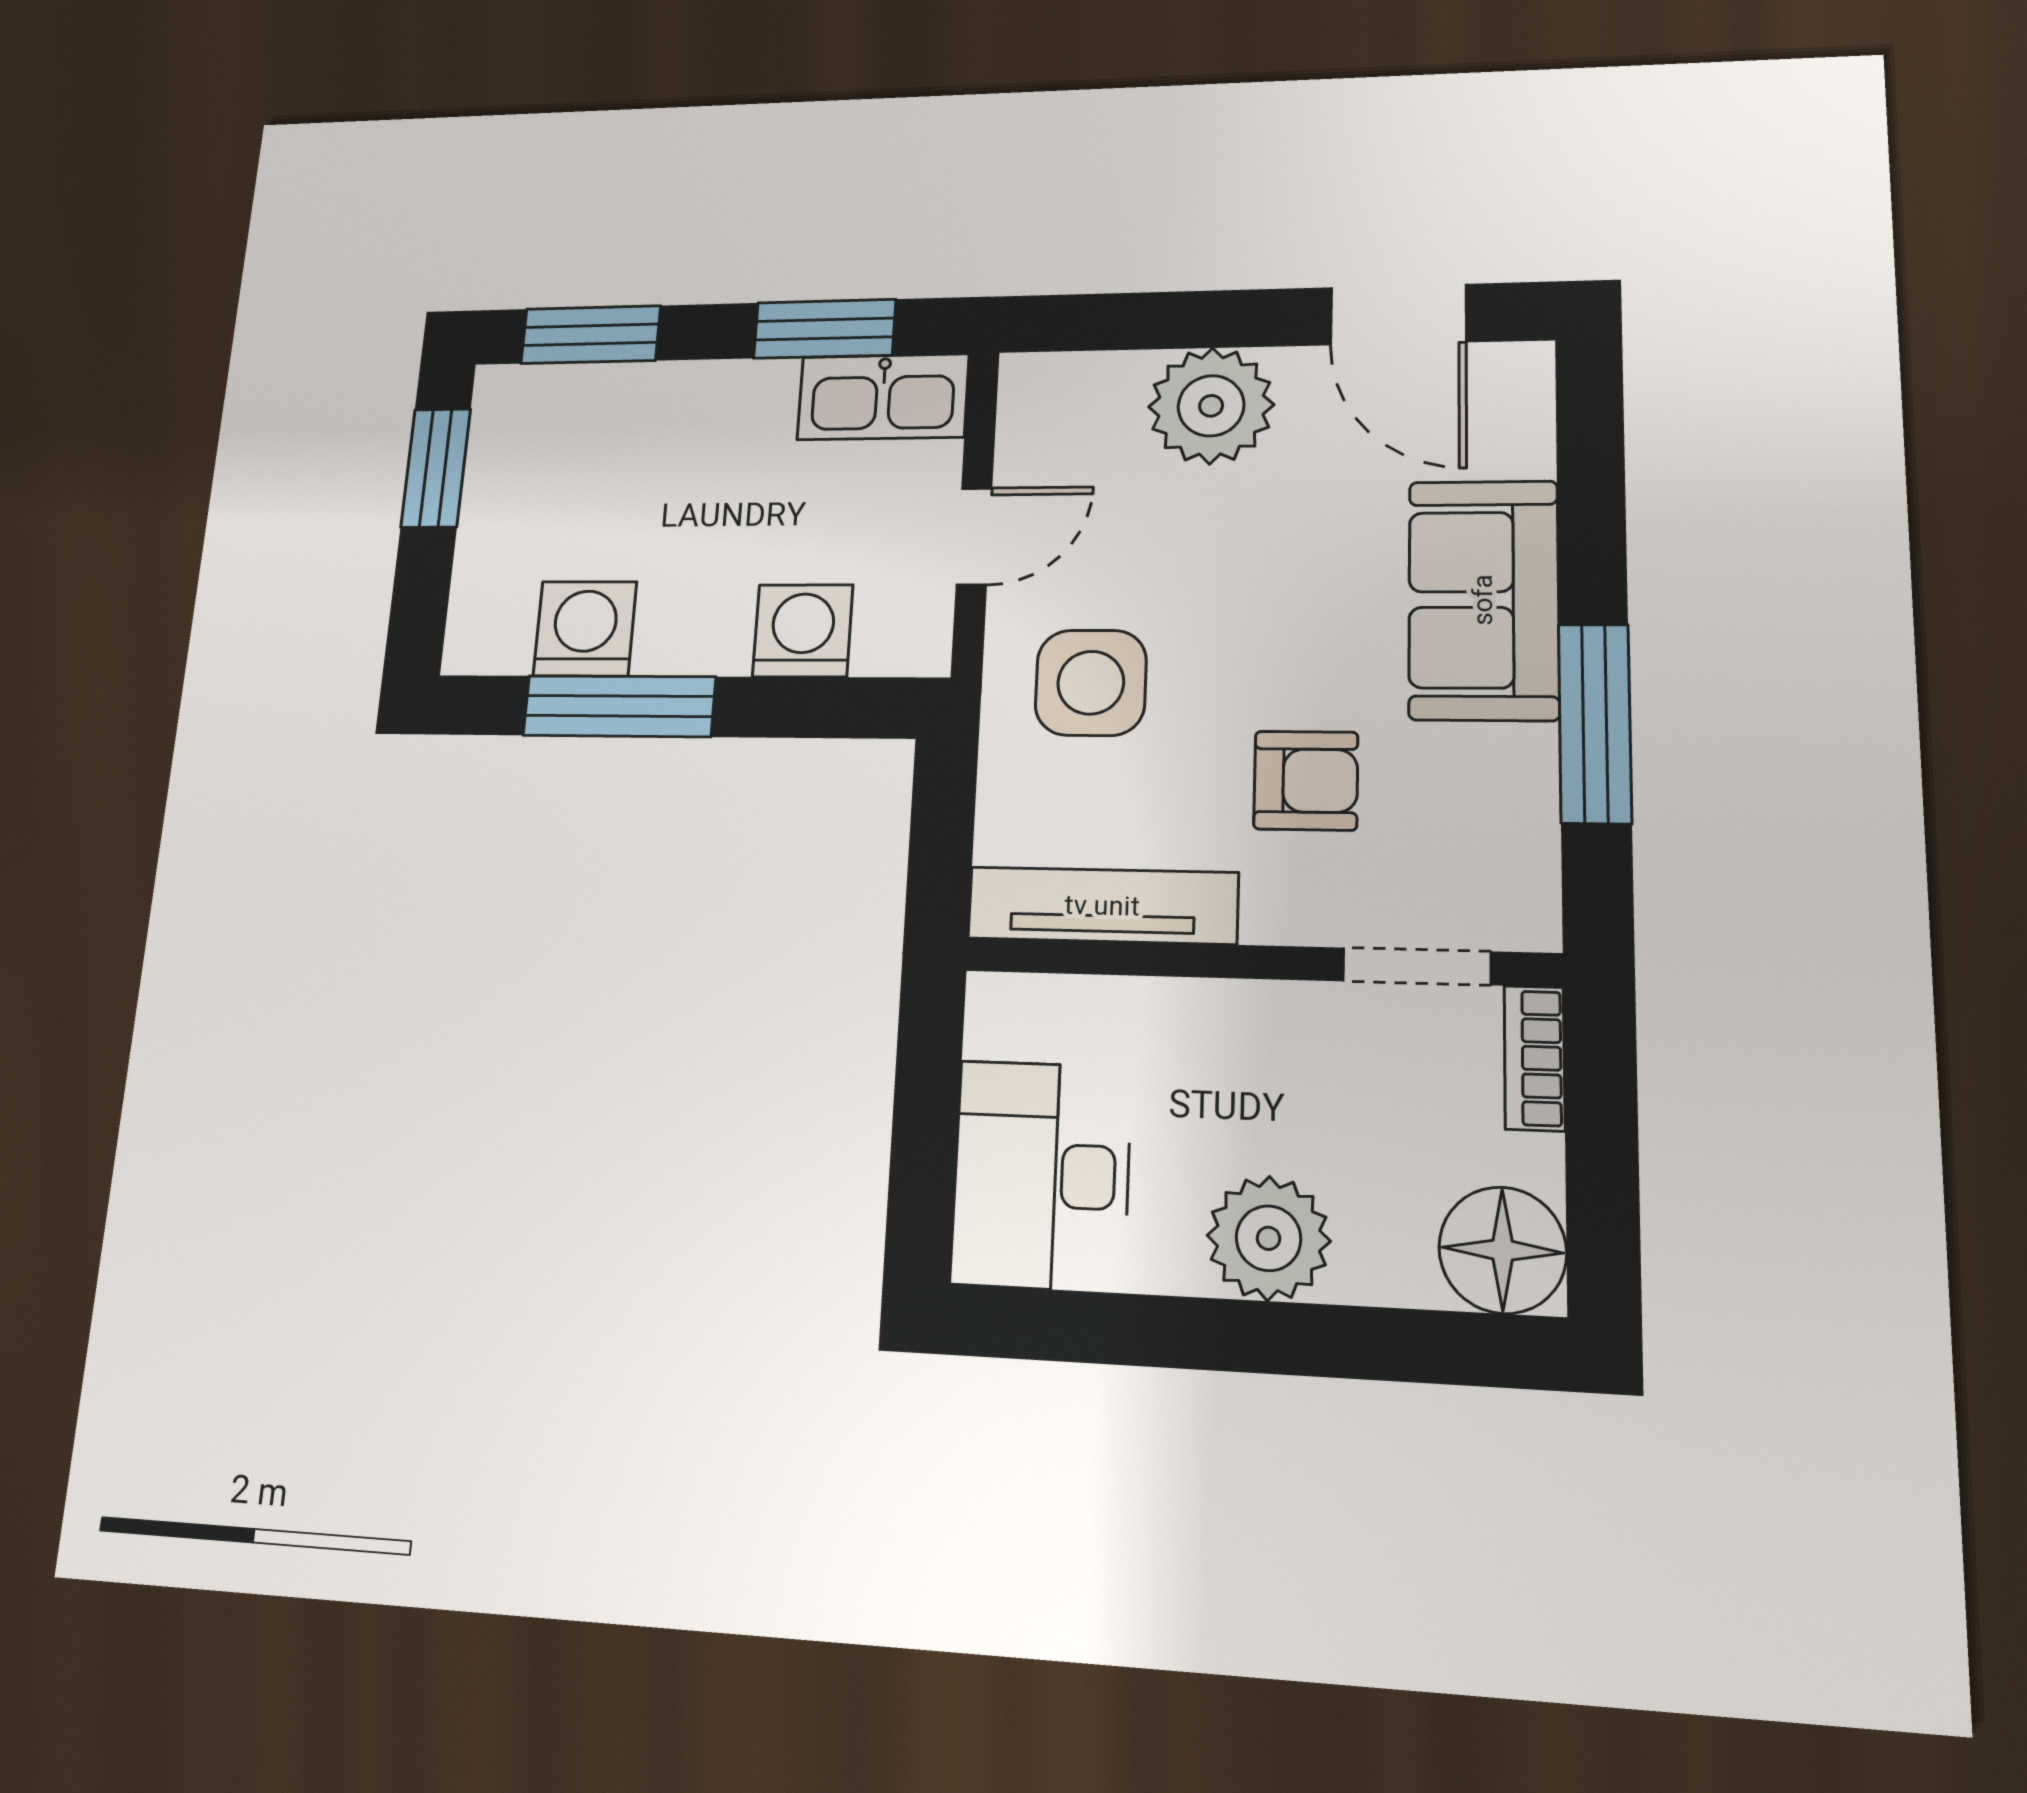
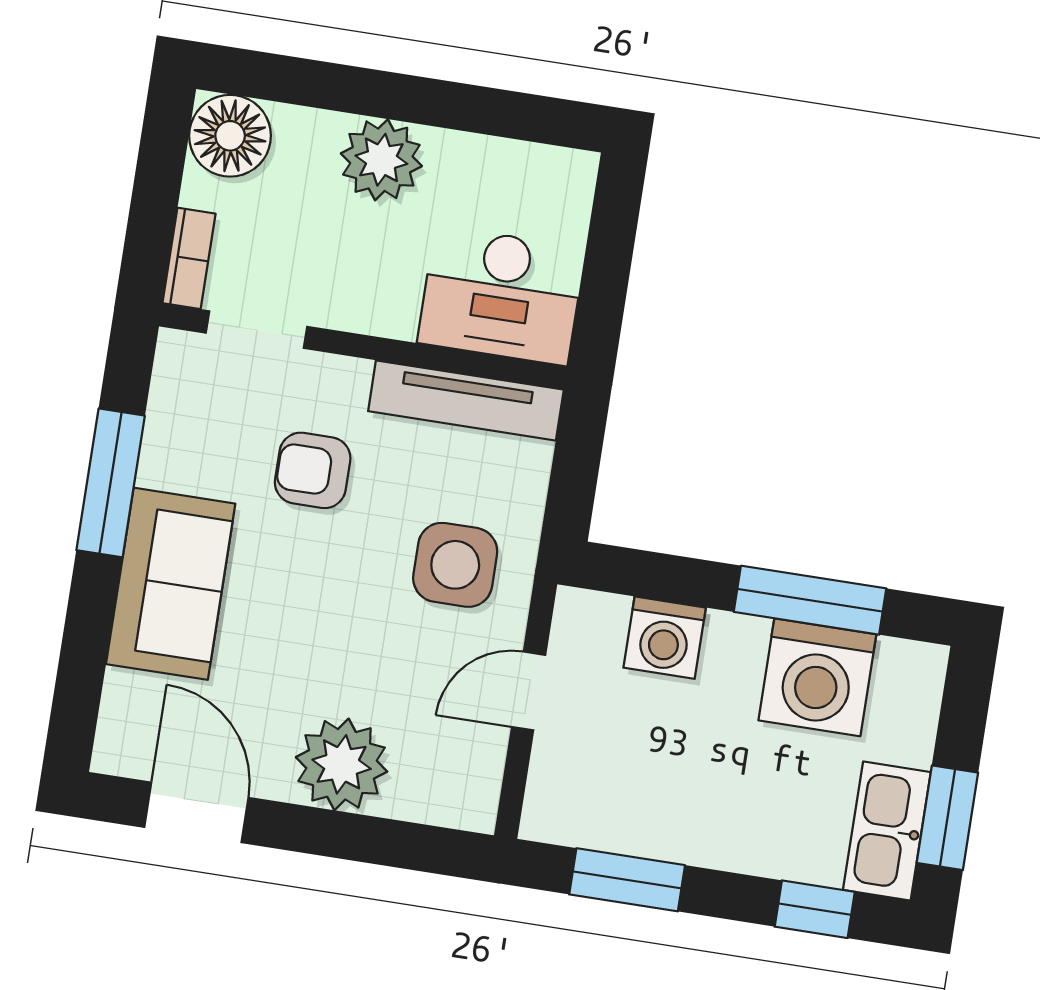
window: (591, 335) -> (815, 909), width x0.67
kitchen sink: (883, 397) -> (887, 831), moved, turned -90
washing machine: (585, 629) -> (817, 677), width x1.37, depth x1.37
desk: (1041, 1175) -> (501, 295), moved, turned 90

